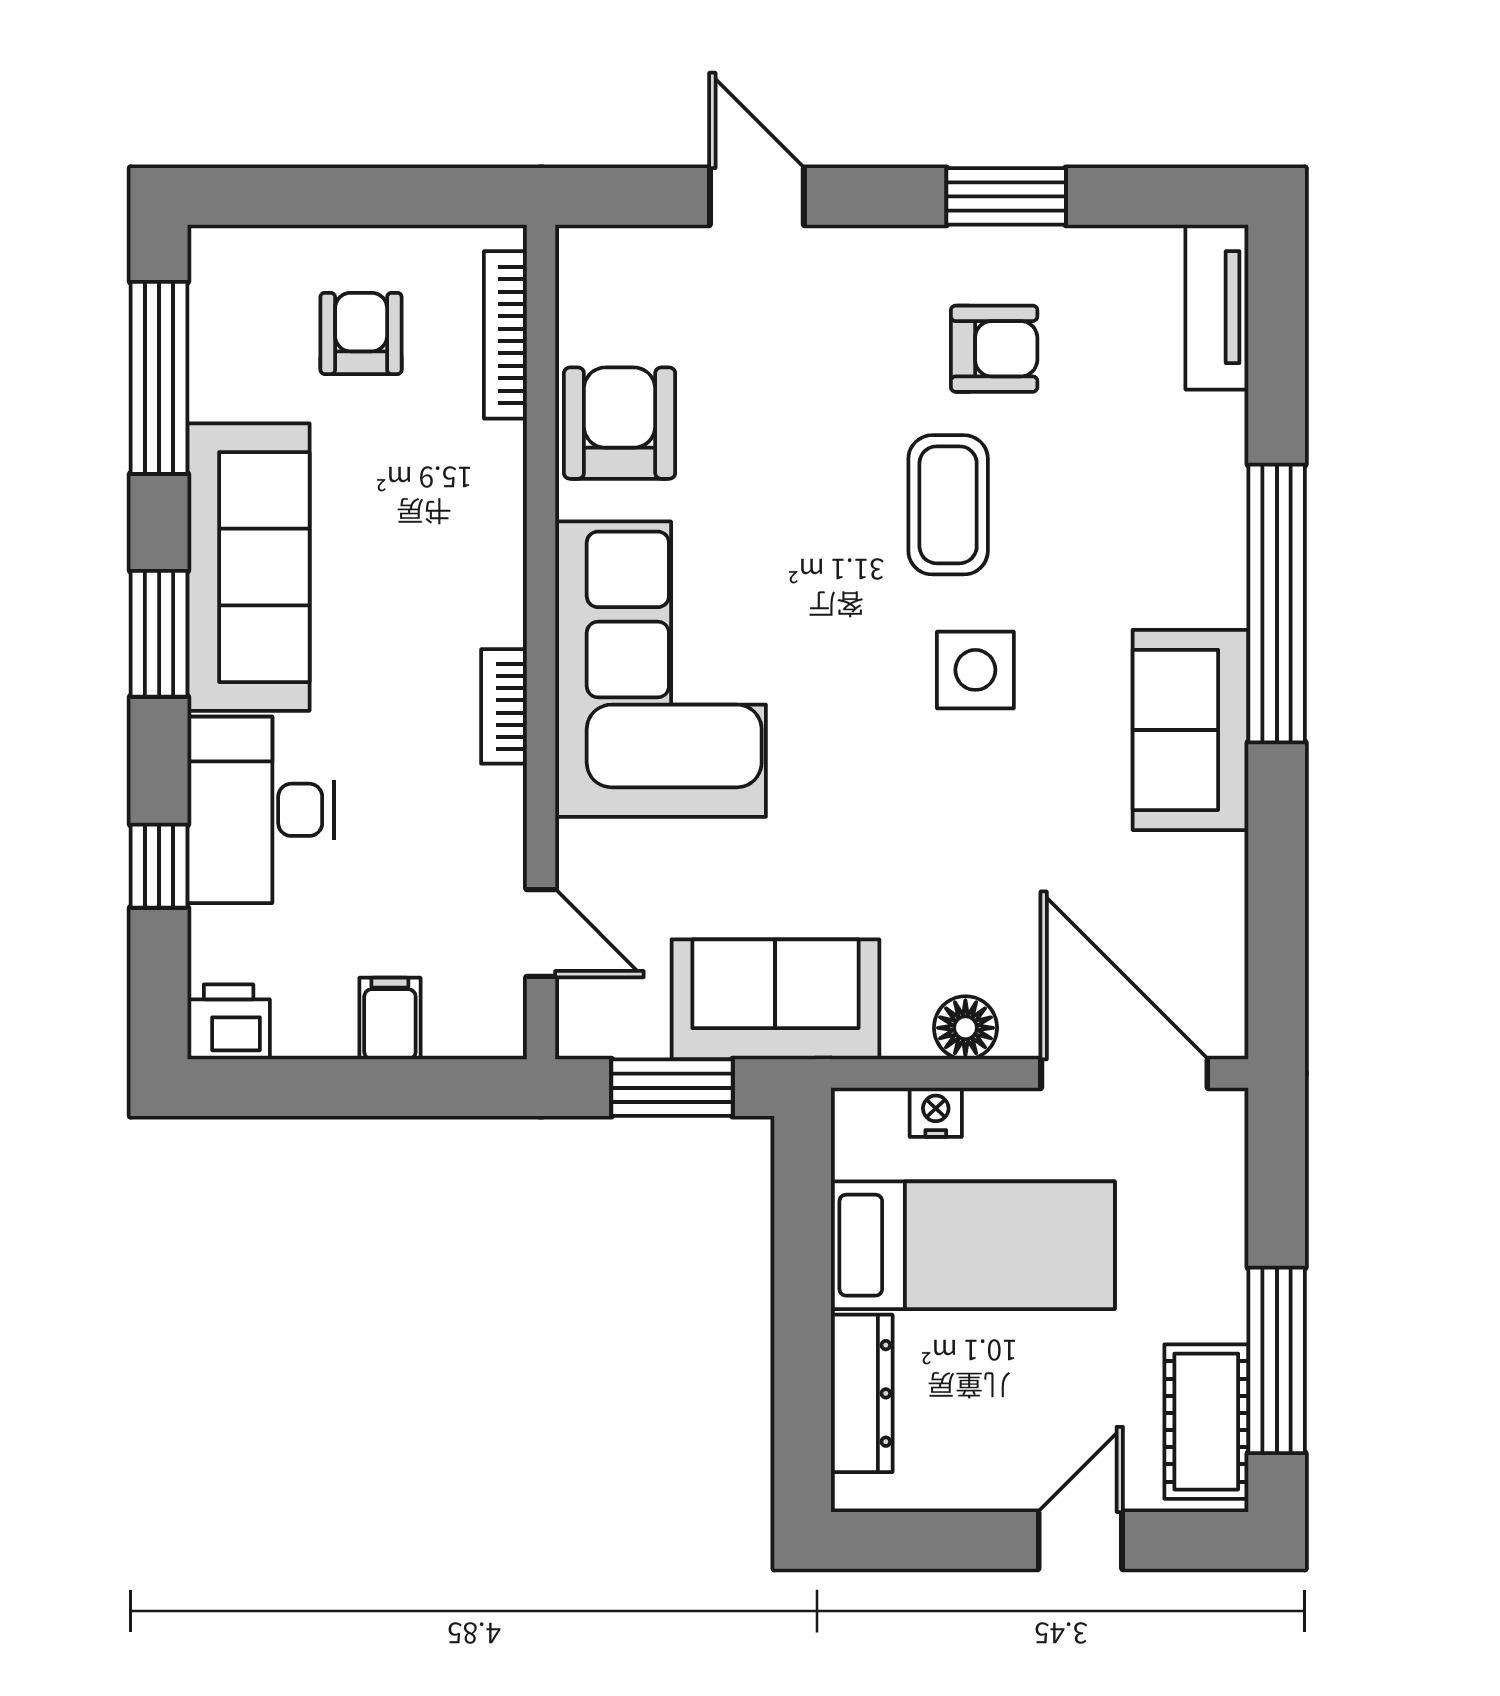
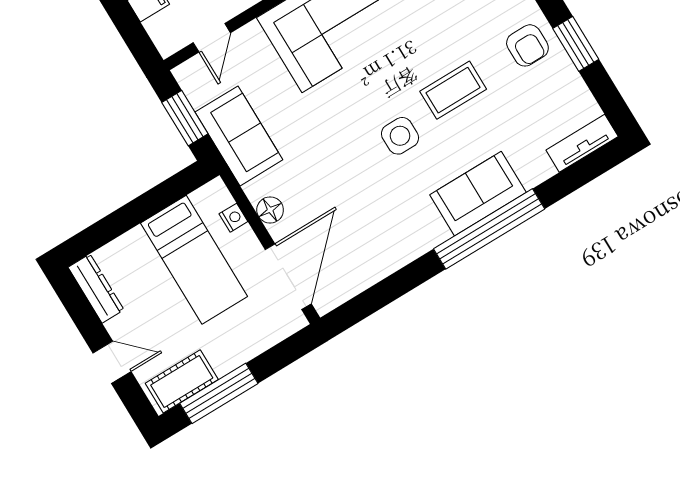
armchair: (994, 349) -> (527, 45), moved
sofa: (1190, 730) -> (478, 194), moved
dresser: (862, 1393) -> (96, 288), moved, turned -90

